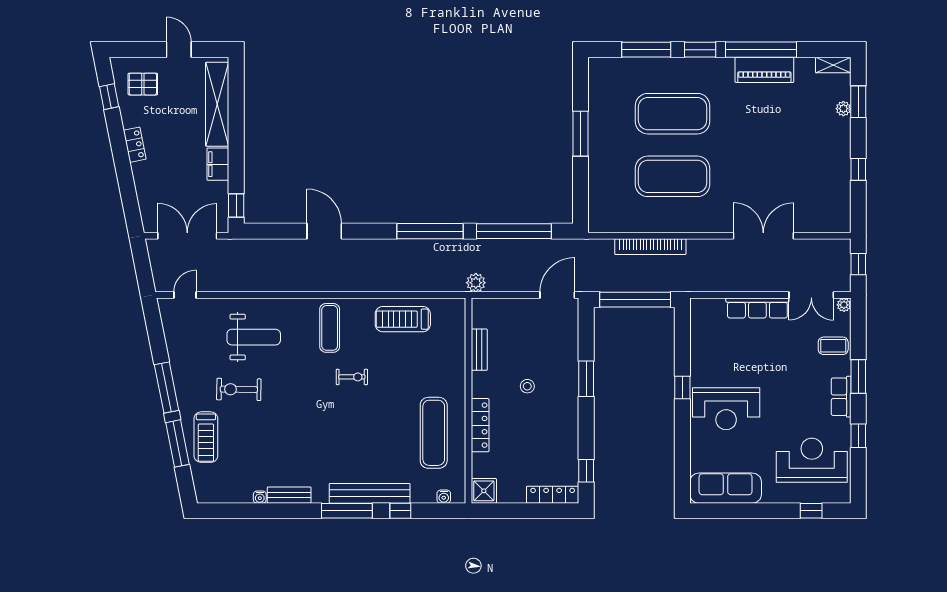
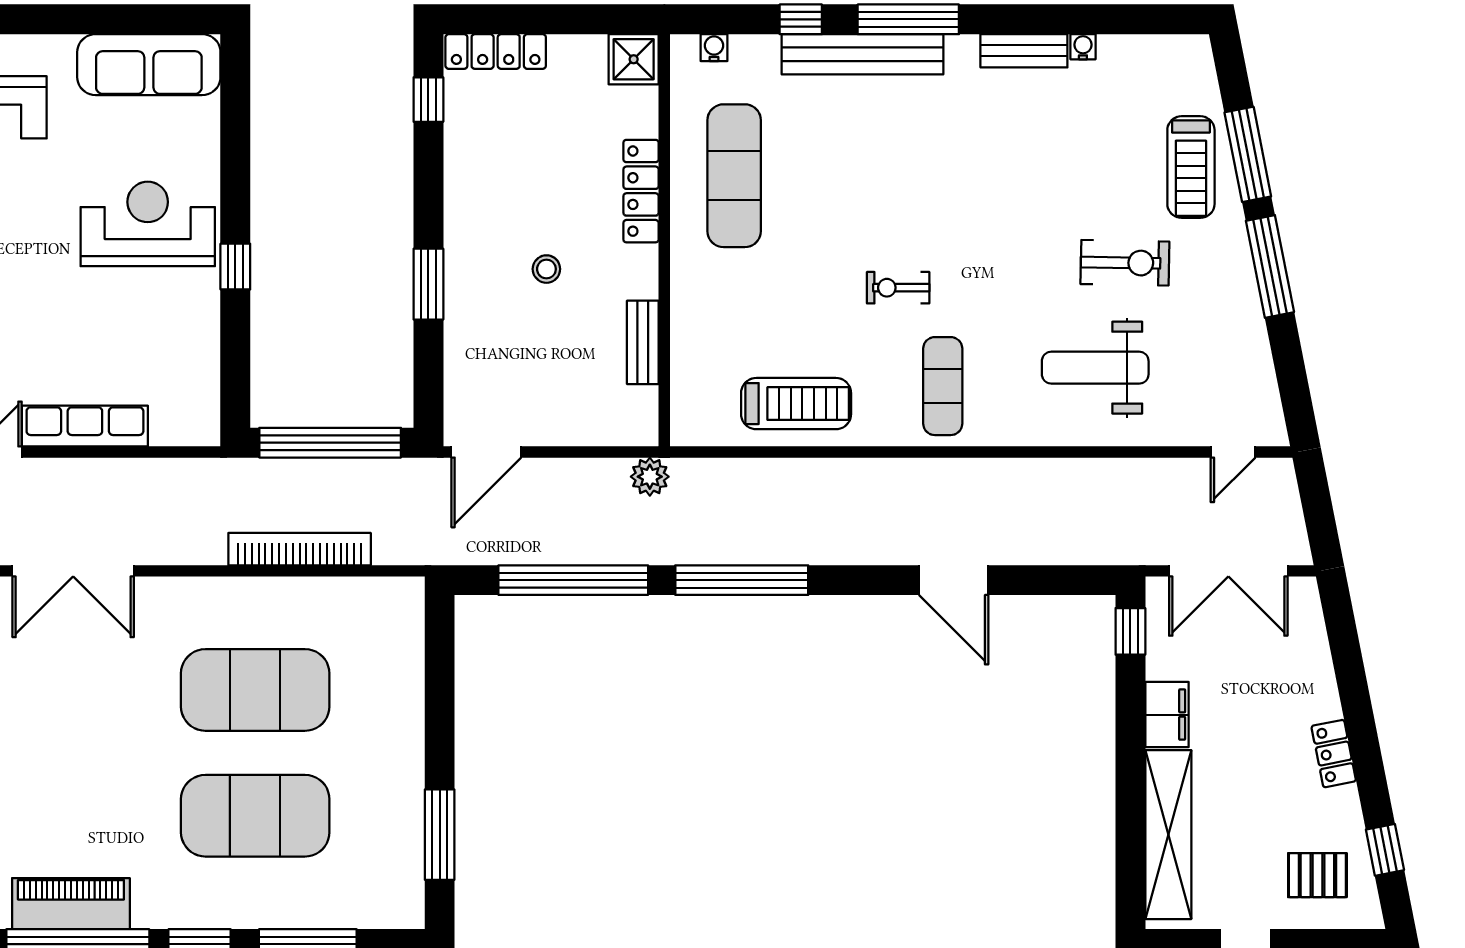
window: (581, 134) -> (440, 835), moved
treadmill: (206, 437) -> (1191, 167), turned 180

